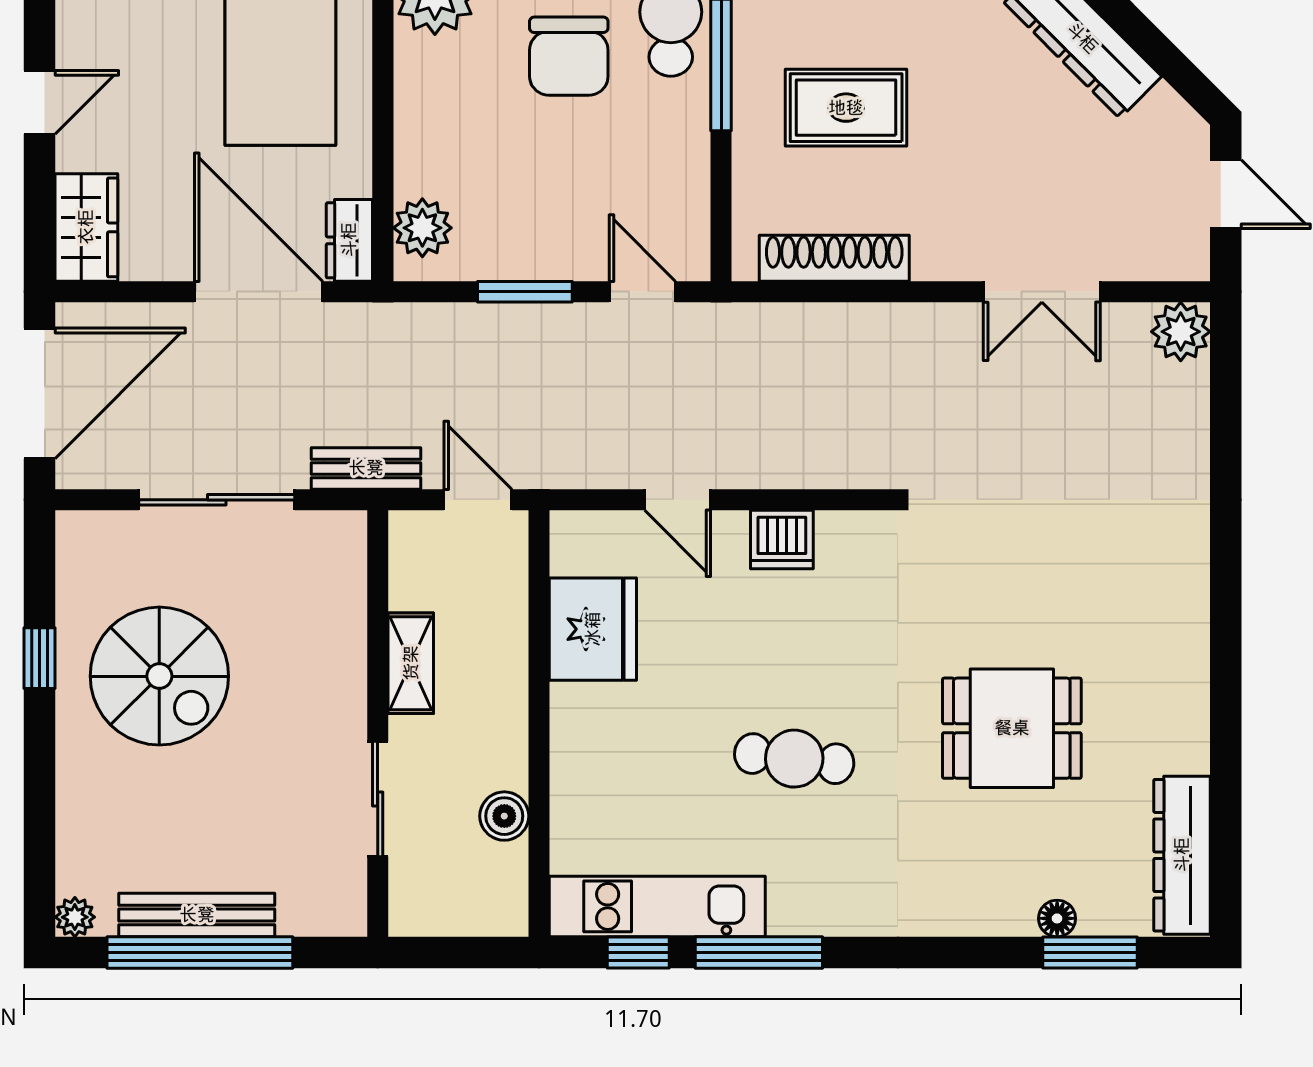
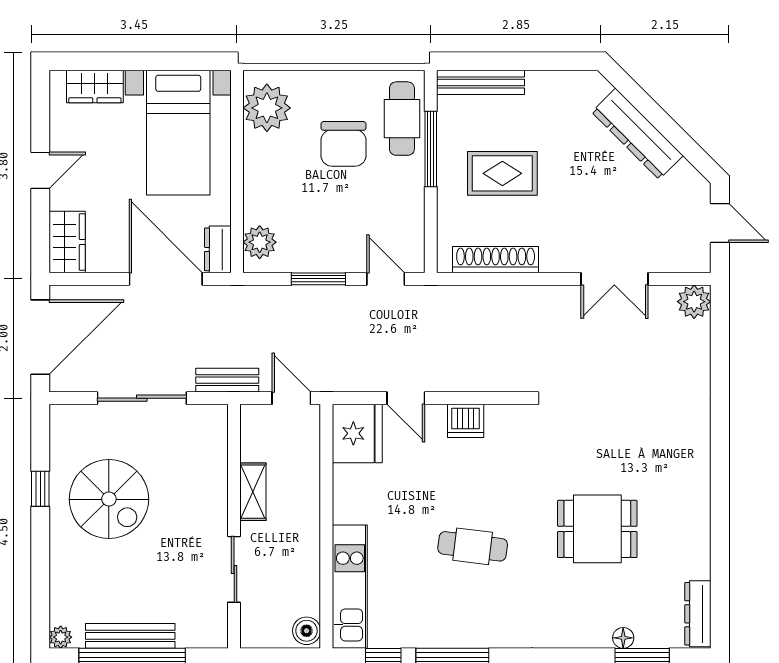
fridge: (593, 629) -> (357, 433), moved
boiler: (504, 816) -> (307, 631), moved
dresser: (1182, 855) -> (698, 614), width x0.73, depth x0.80
kitchen unit: (657, 906) -> (350, 587), moved, turned 90

